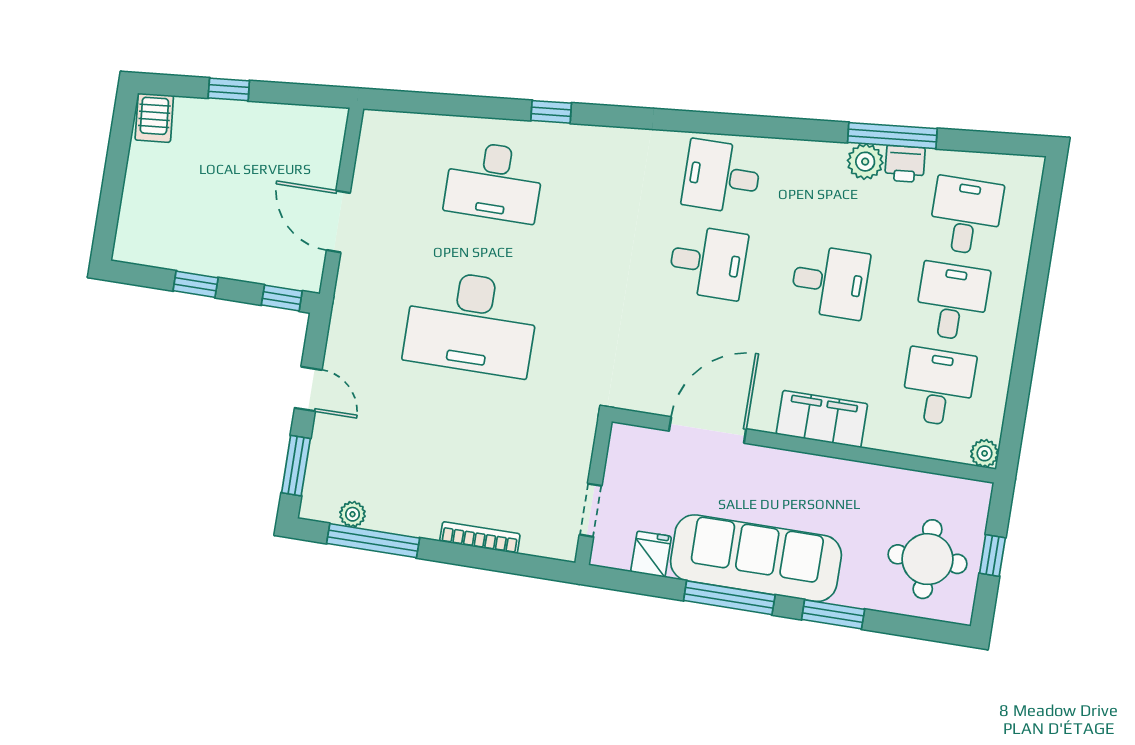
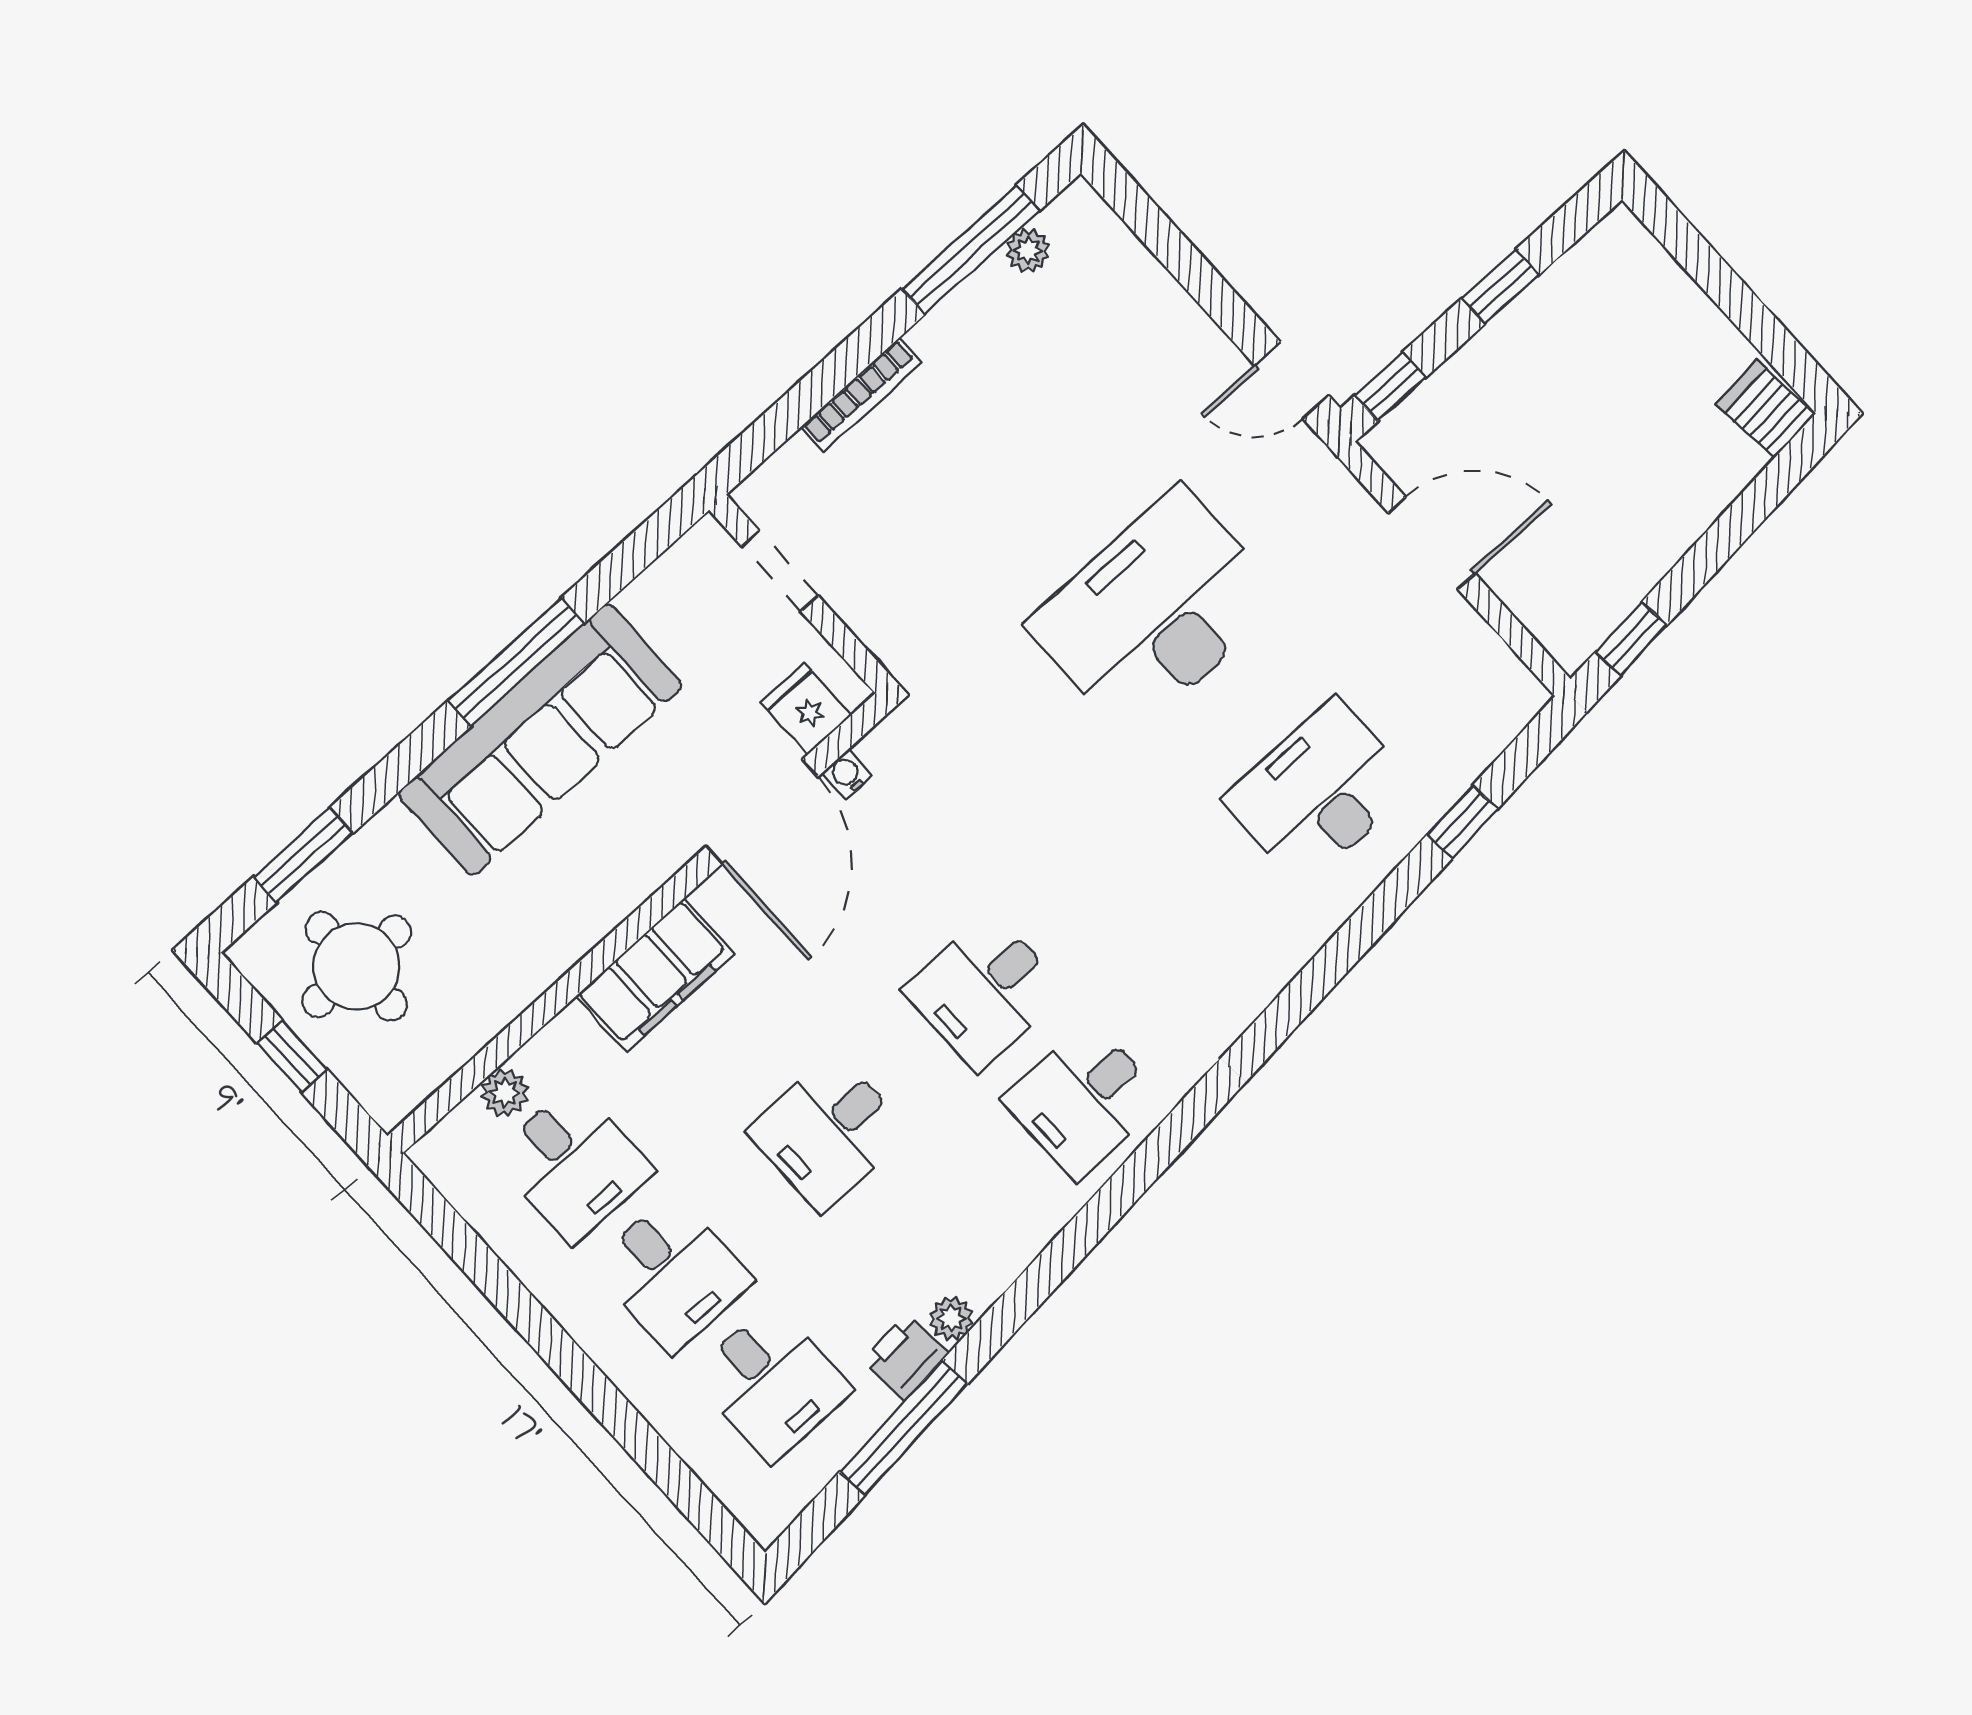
window: (229, 89) -> (1631, 639), moved
window: (551, 112) -> (1462, 822), moved
window: (892, 136) -> (903, 1428), moved
plant: (865, 162) -> (951, 1318), width x0.73, depth x0.73
desk: (722, 177) -> (1083, 1100), turned 180
door: (308, 389) -> (1292, 380), moved
water cooler: (659, 405) -> (847, 774), added
plant: (985, 453) -> (505, 1093), moved
window: (296, 466) -> (1153, 227), removed
fridge: (651, 554) -> (806, 709), moved, turned 180
window: (833, 614) -> (303, 855), moved

